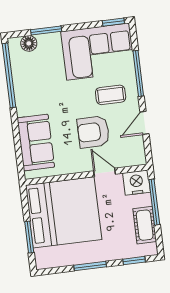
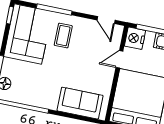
door: (144, 123) -> (106, 20), moved
armchair: (93, 132) -> (87, 58), removed

